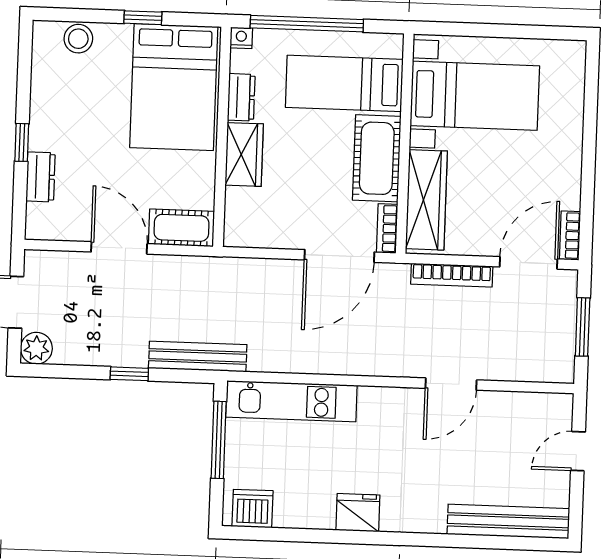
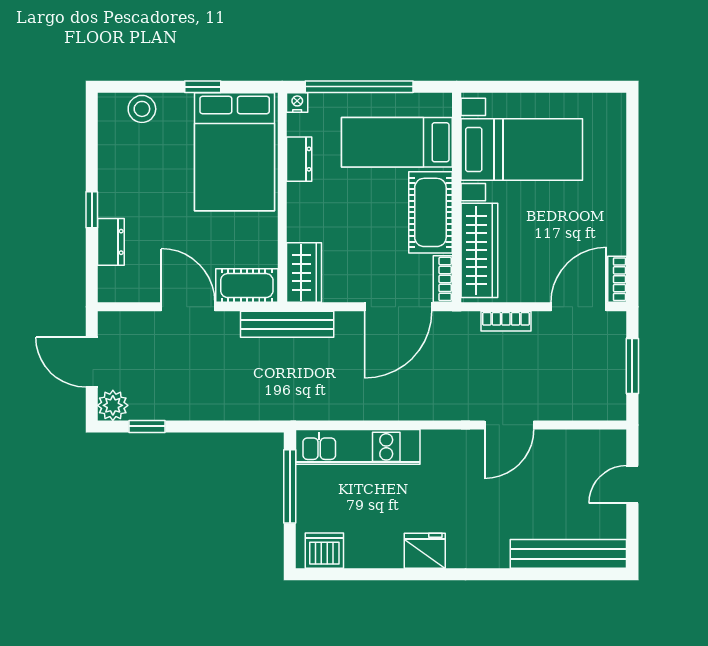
wardrobe: (244, 155) -> (304, 273), moved
bookcase: (452, 275) -> (506, 321), width x0.64
bench: (198, 356) -> (287, 324), moved
window: (129, 374) -> (147, 426), moved

